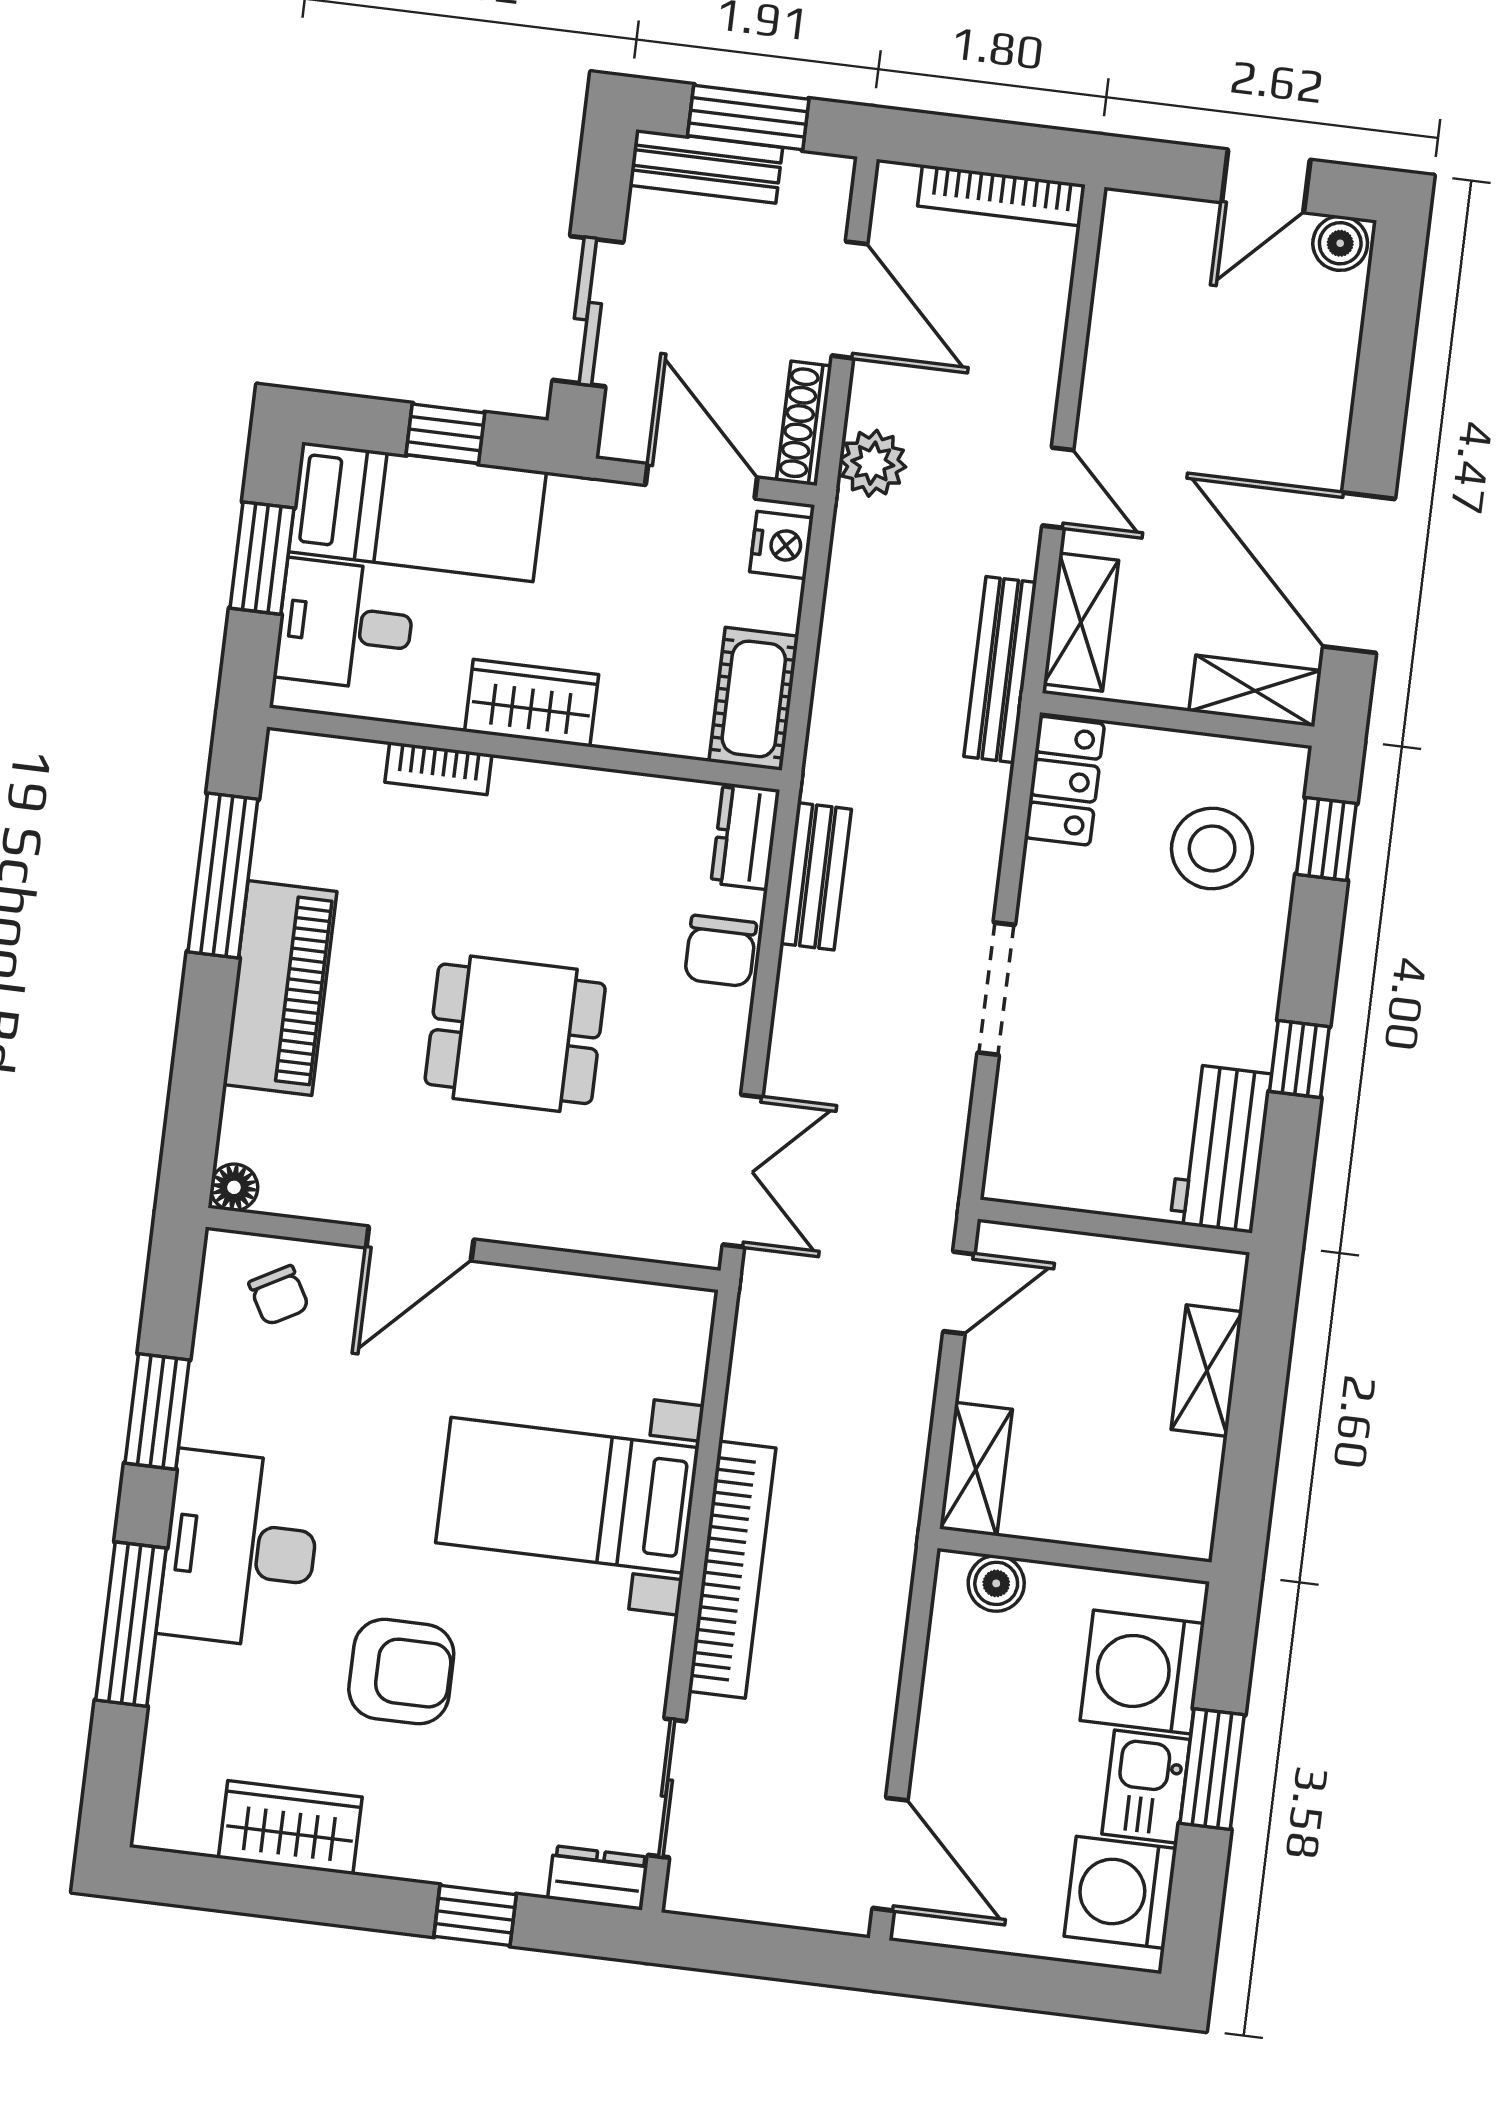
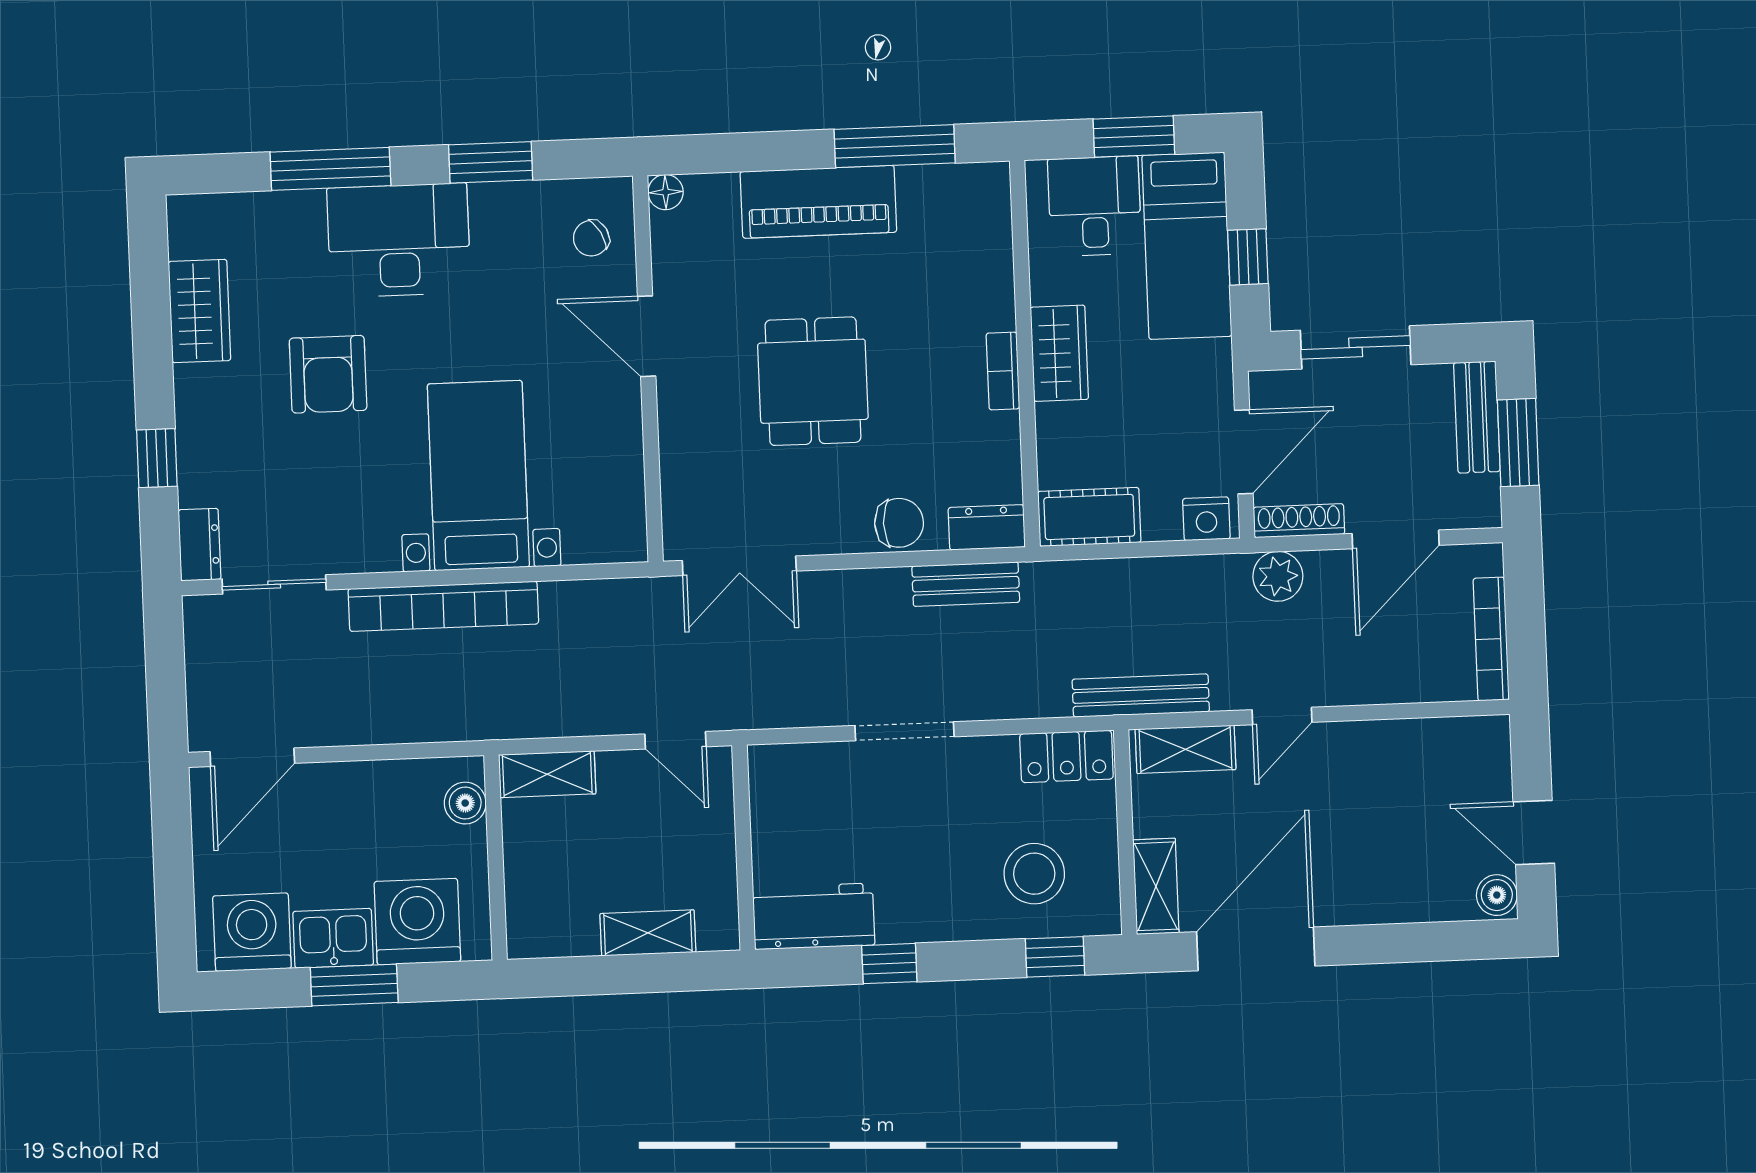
bookcase: (438, 768) -> (1003, 371), moved
chair: (720, 951) -> (899, 523), turned 180

